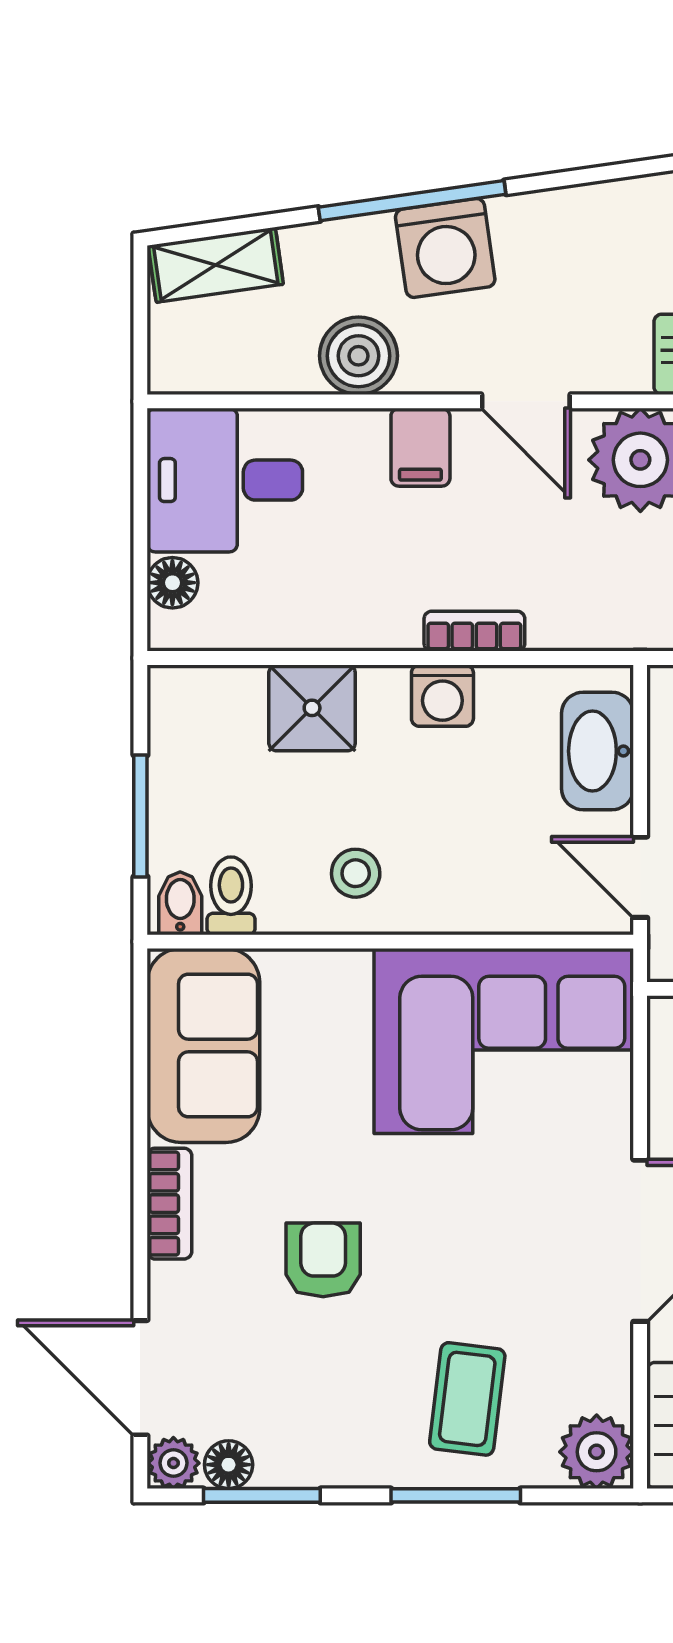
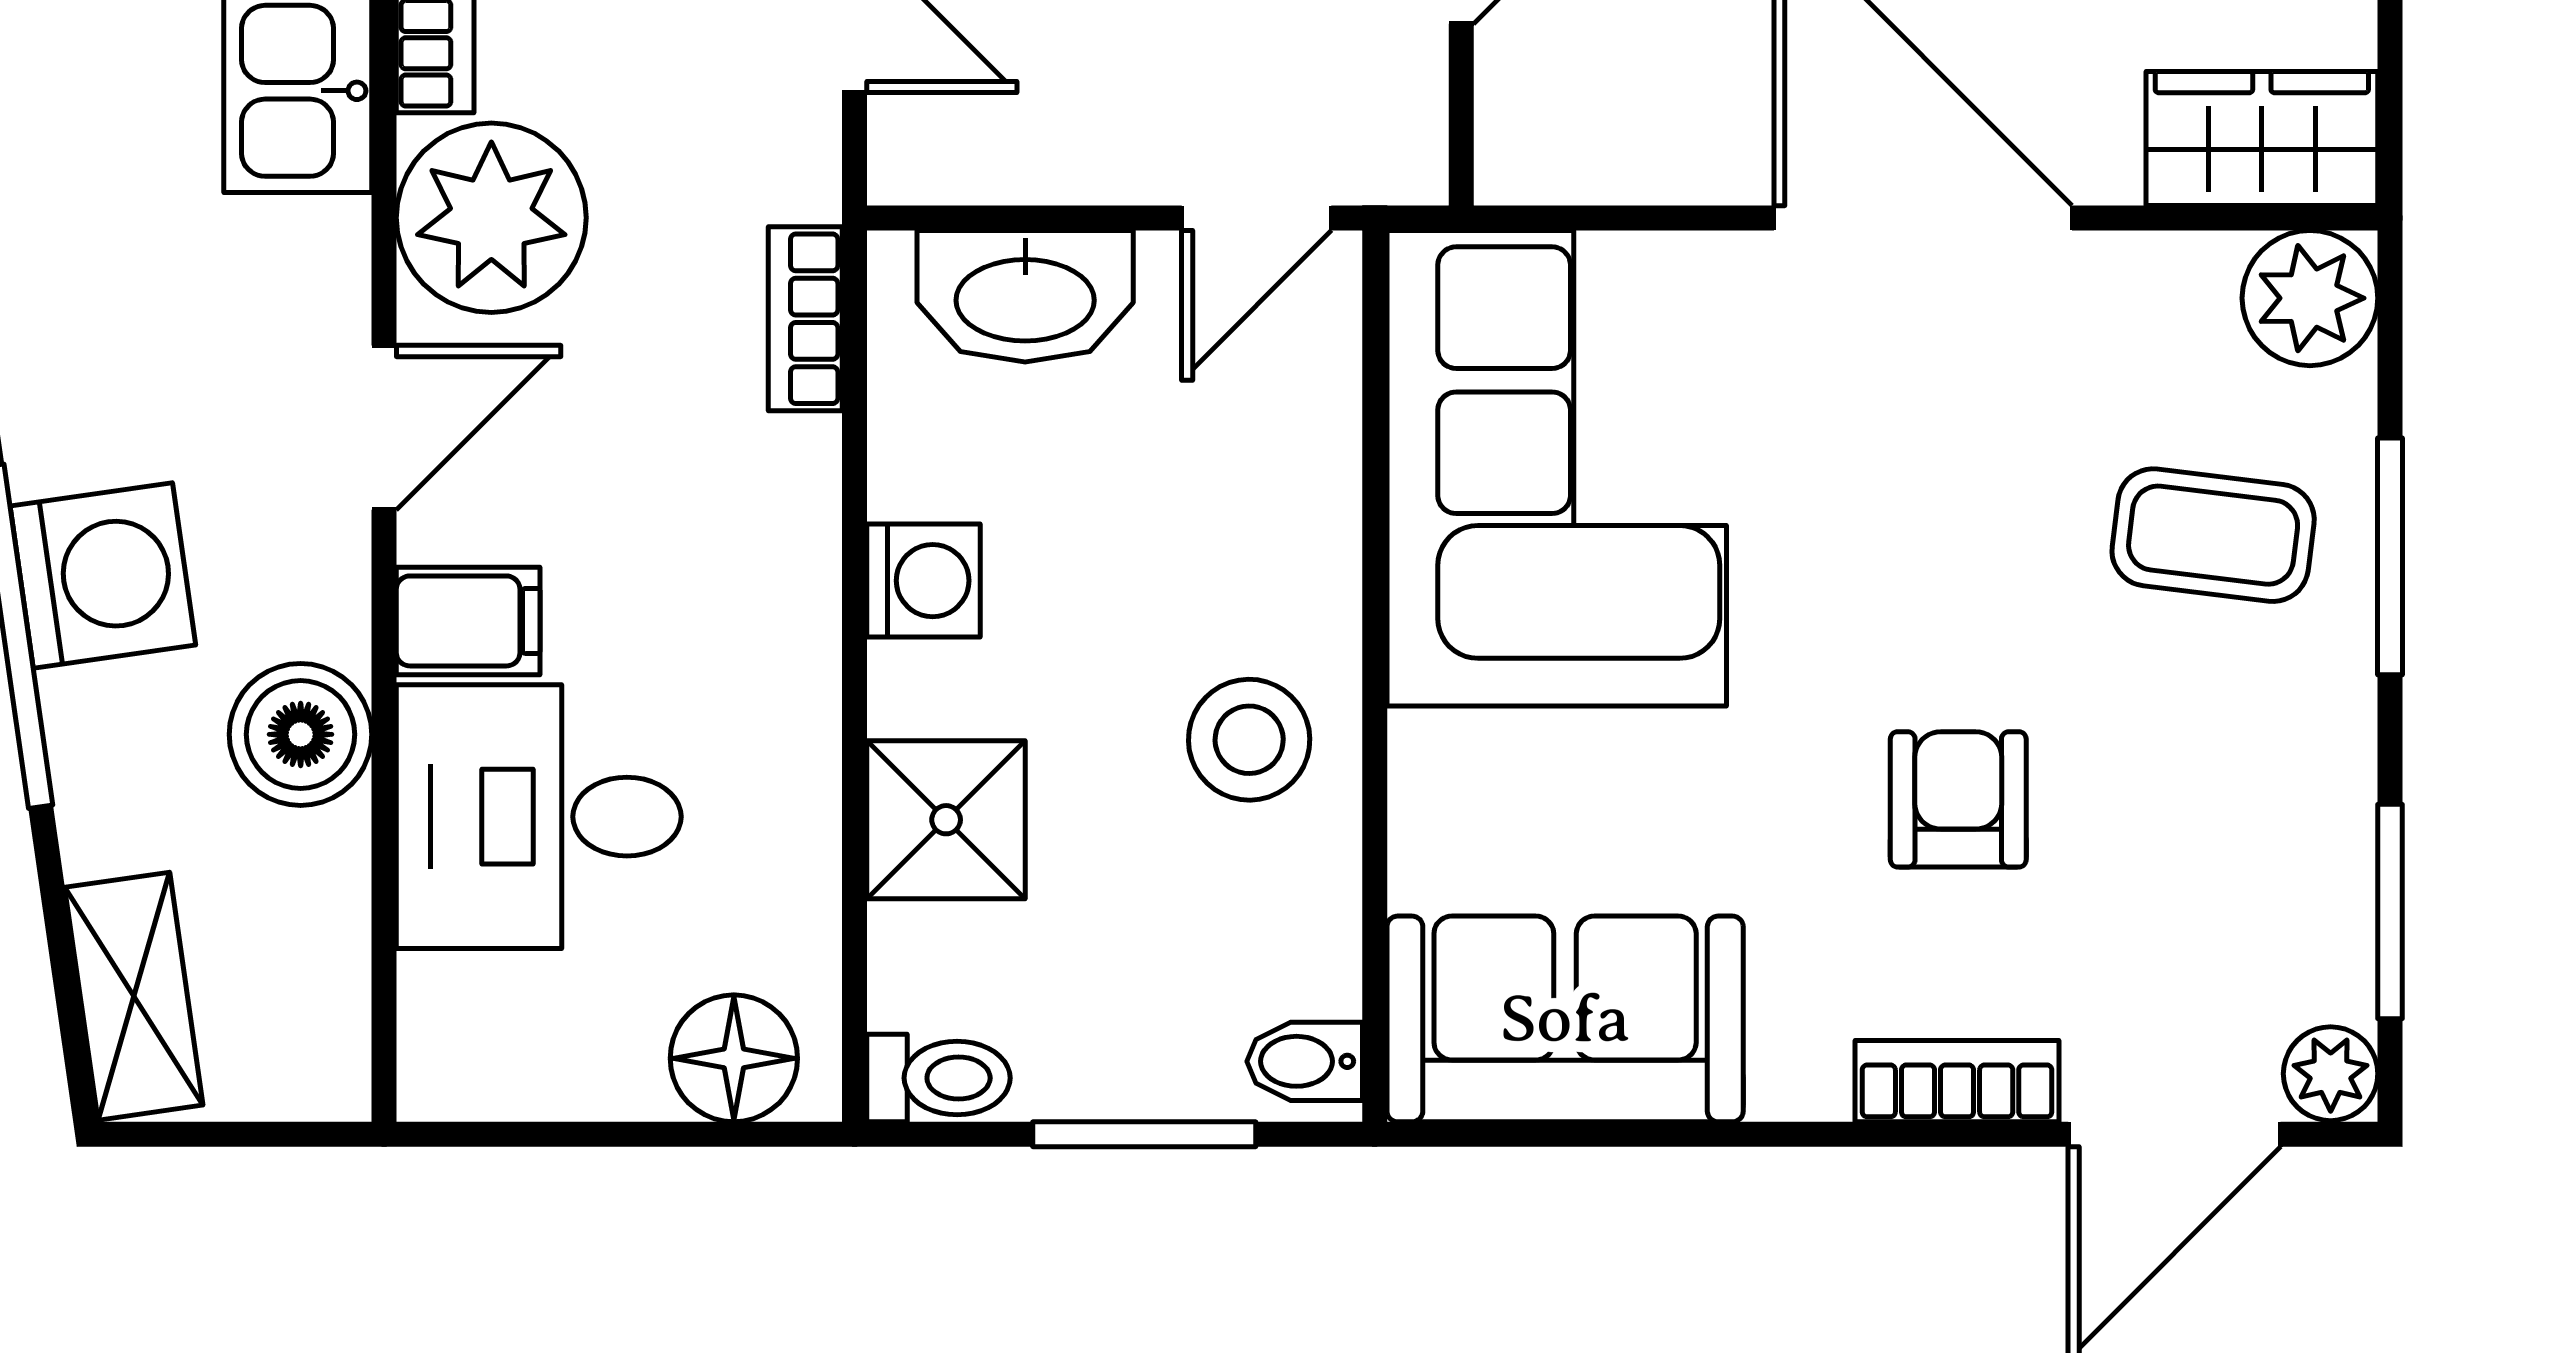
desk: (225, 480) -> (539, 817), moved, turned 90
floor lamp: (172, 583) -> (734, 1058), width x1.37, depth x1.37
bookcase: (474, 631) -> (805, 319), moved
stool: (356, 873) -> (1249, 740), width x1.37, depth x1.37
toilet: (231, 896) -> (939, 1078), moved, turned 180
bookcase: (169, 1204) -> (1957, 1081), moved
armchair: (323, 1260) -> (1958, 799), turned 90
floor lamp: (229, 1465) -> (2334, 973), removed

